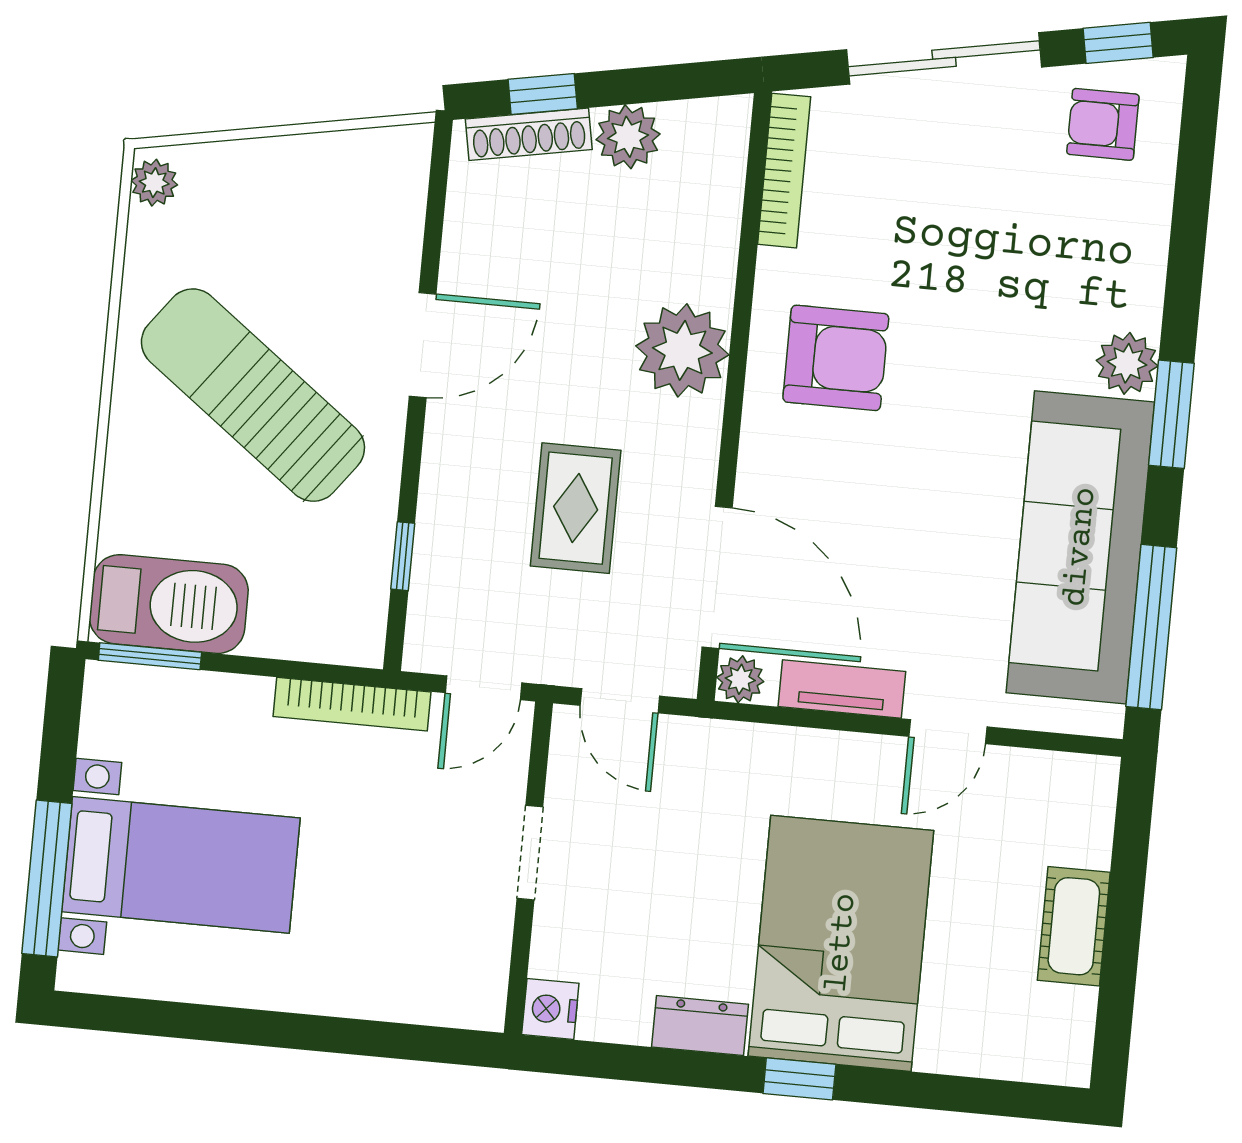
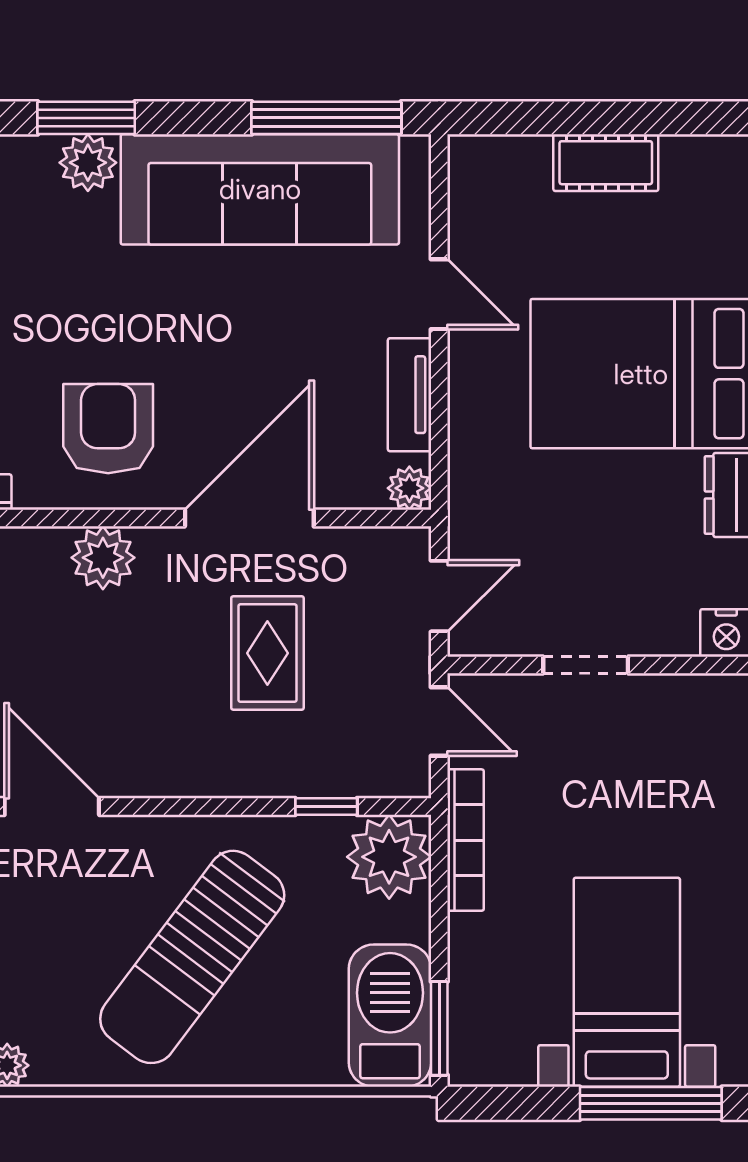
door: (423, 345) -> (52, 807), moved
plant: (682, 350) -> (103, 558), width x0.73, depth x0.73
window: (1171, 414) -> (86, 118), moved
rug: (576, 508) -> (267, 653), turned 90
door: (717, 577) -> (249, 518), moved
plant: (342, 619) -> (389, 857), added

